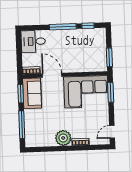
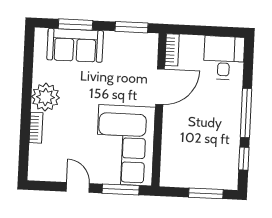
window: (109, 57) -> (206, 193), moved
sofa: (32, 93) -> (75, 45), moved
window: (22, 125) -> (76, 25), width x0.69
door: (112, 132) -> (78, 187), moved

